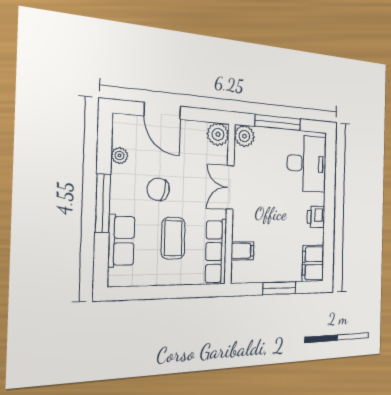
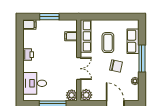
desk: (307, 164) -> (35, 83), width x0.73
filing cabinet: (313, 263) -> (29, 25), width x0.50

